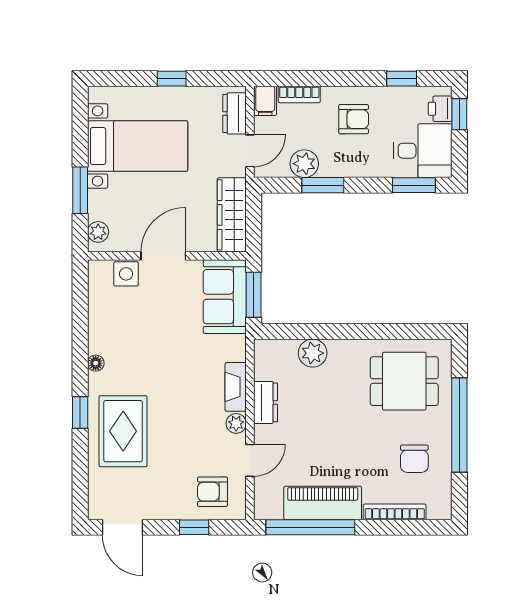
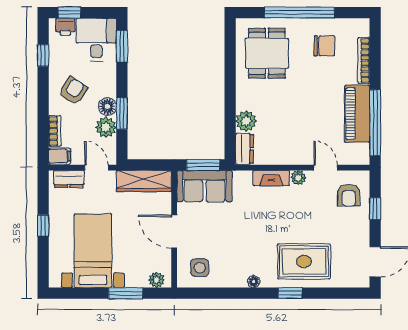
armchair: (354, 119) -> (73, 91), turned 32
floor lamp: (332, 166) -> (107, 106), added
side table: (126, 274) -> (200, 268), moved
dresser: (266, 402) -> (244, 149), moved, turned 90

